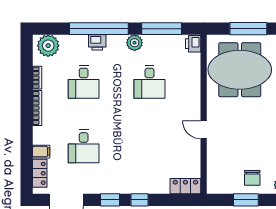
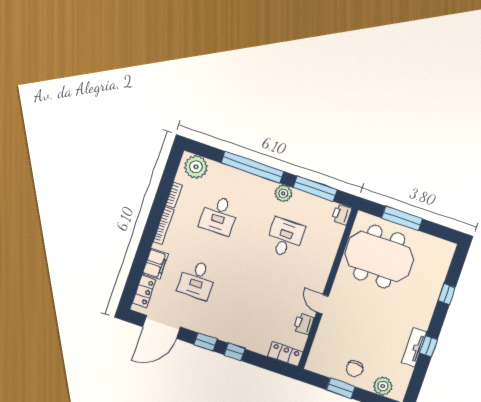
printer: (97, 42) -> (304, 324), moved, turned 90
desk: (150, 82) -> (285, 238), turned 180
filing cabinet: (41, 152) -> (155, 264), width x2.00

